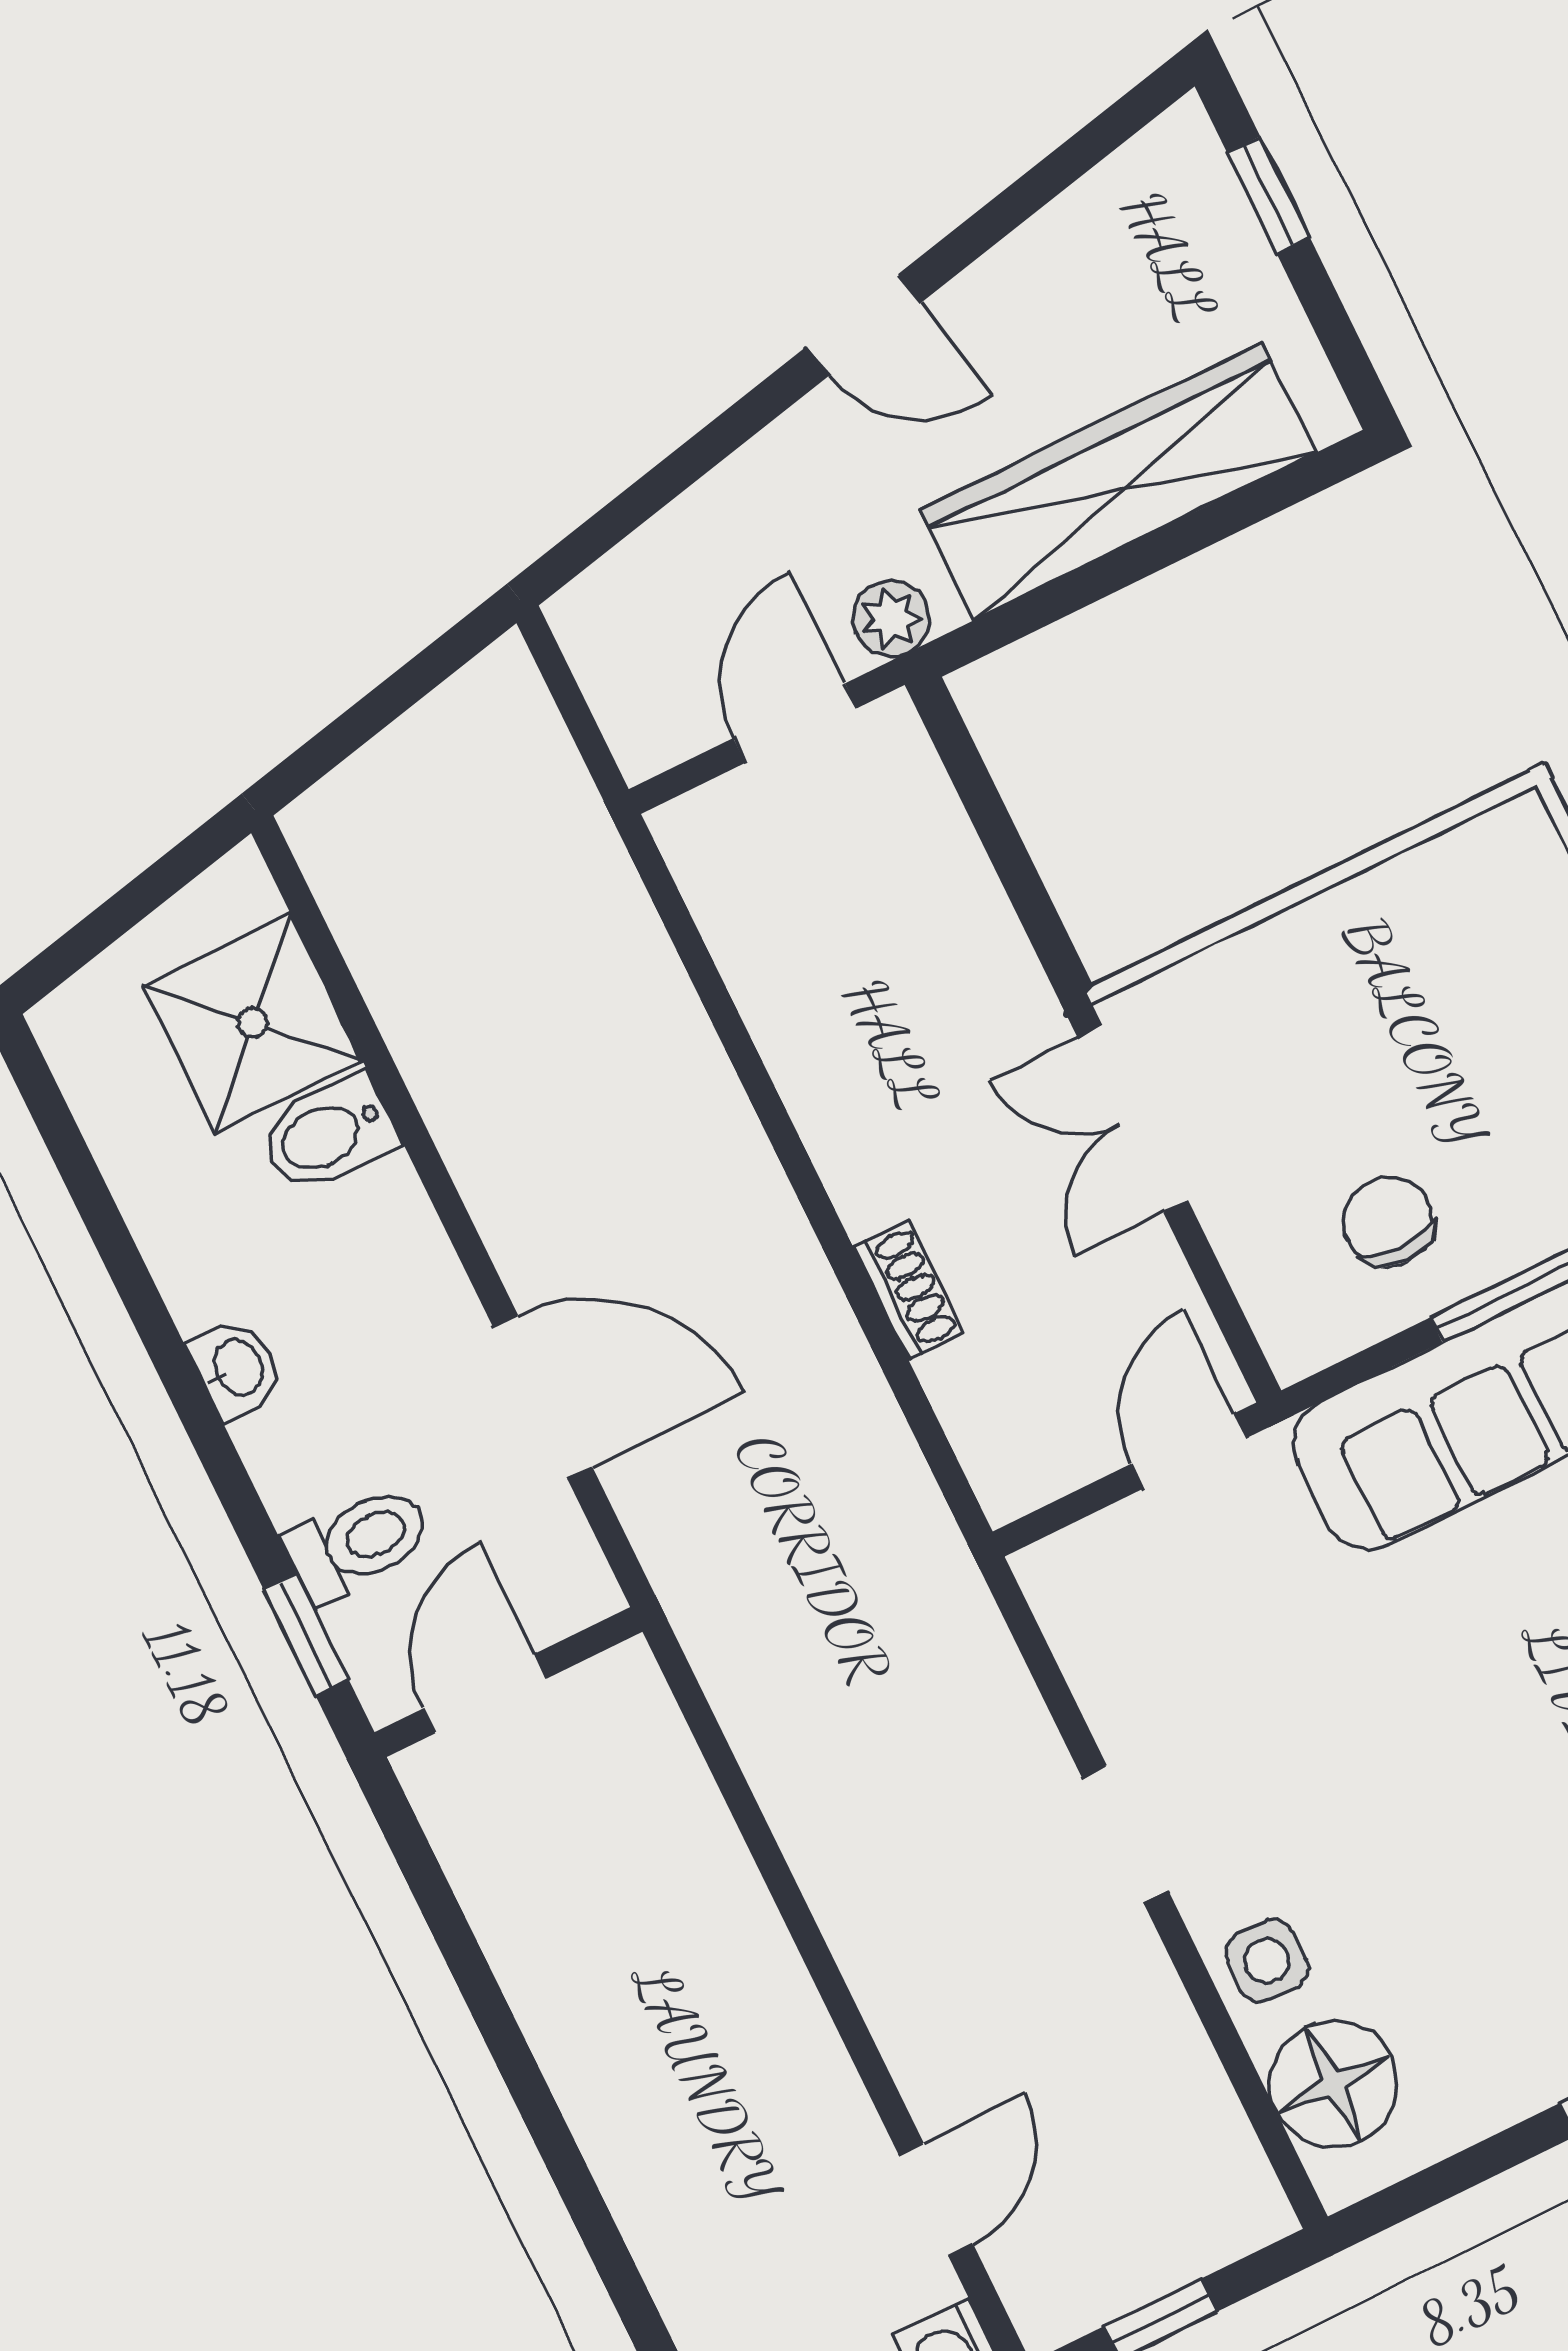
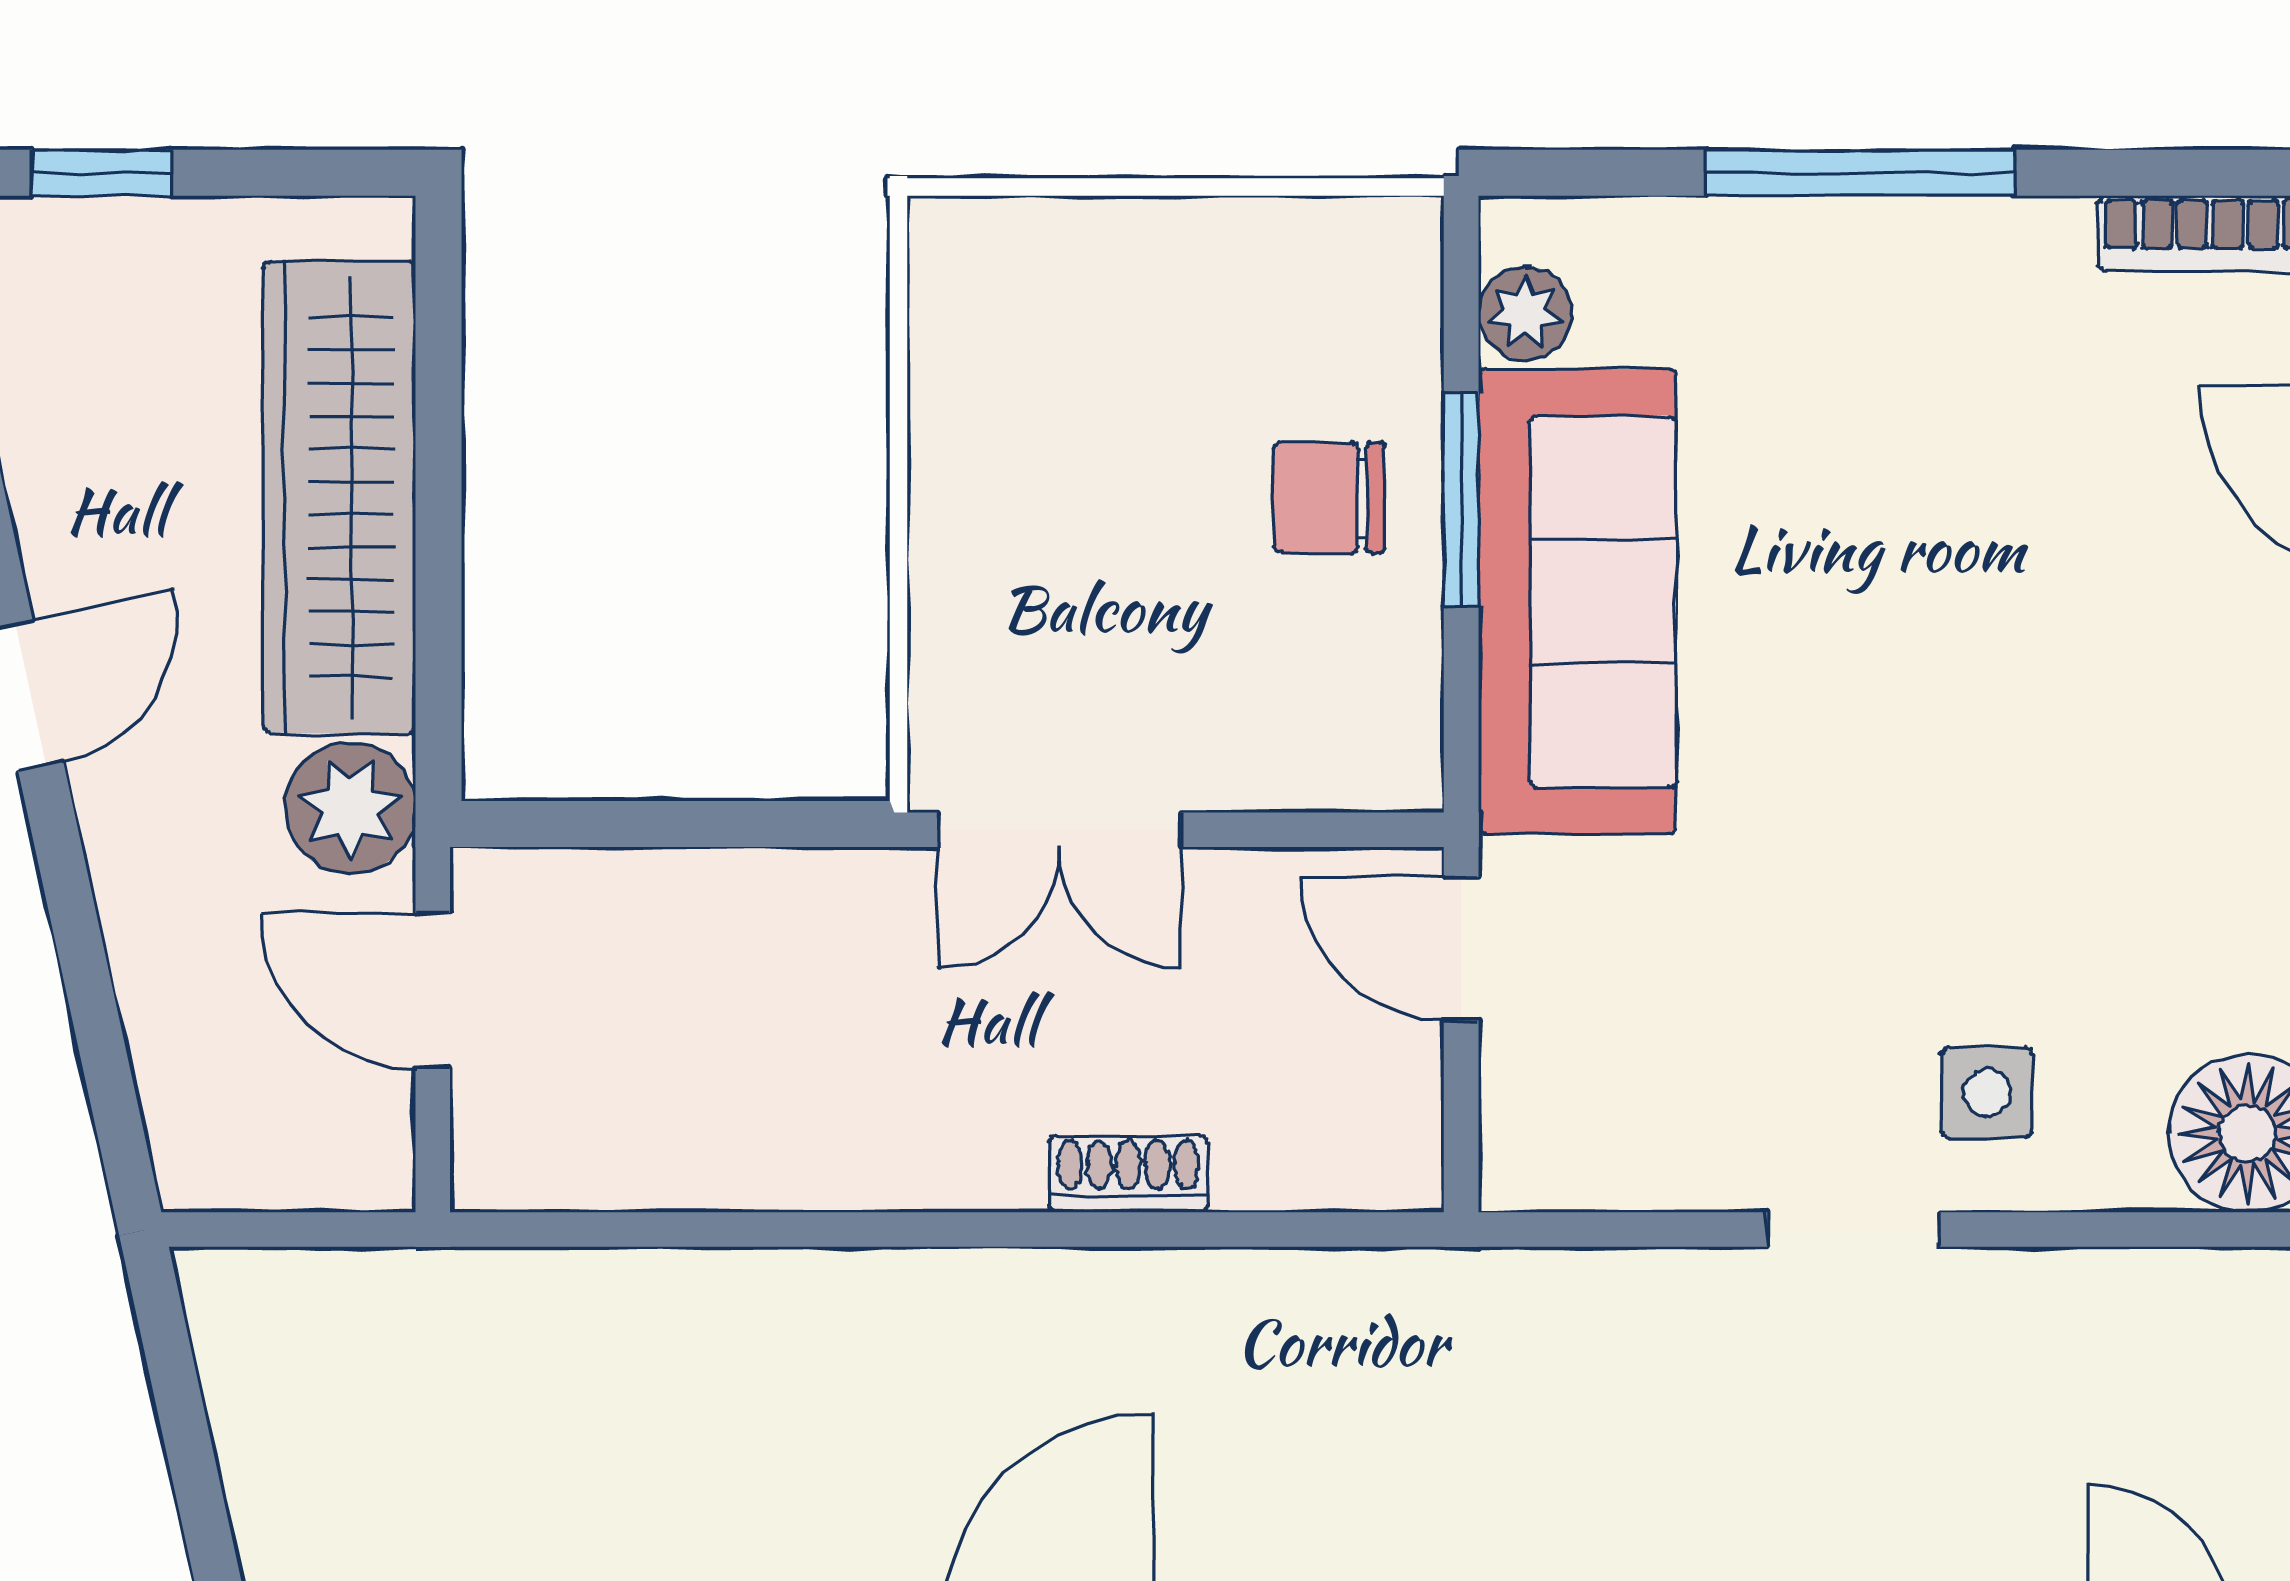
plant: (891, 618) -> (350, 808), width x1.38, depth x1.38
chair: (1388, 1221) -> (1329, 498), moved
side table: (1267, 1961) -> (1987, 1093), moved

